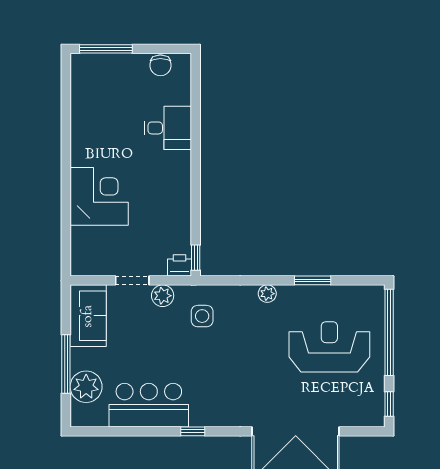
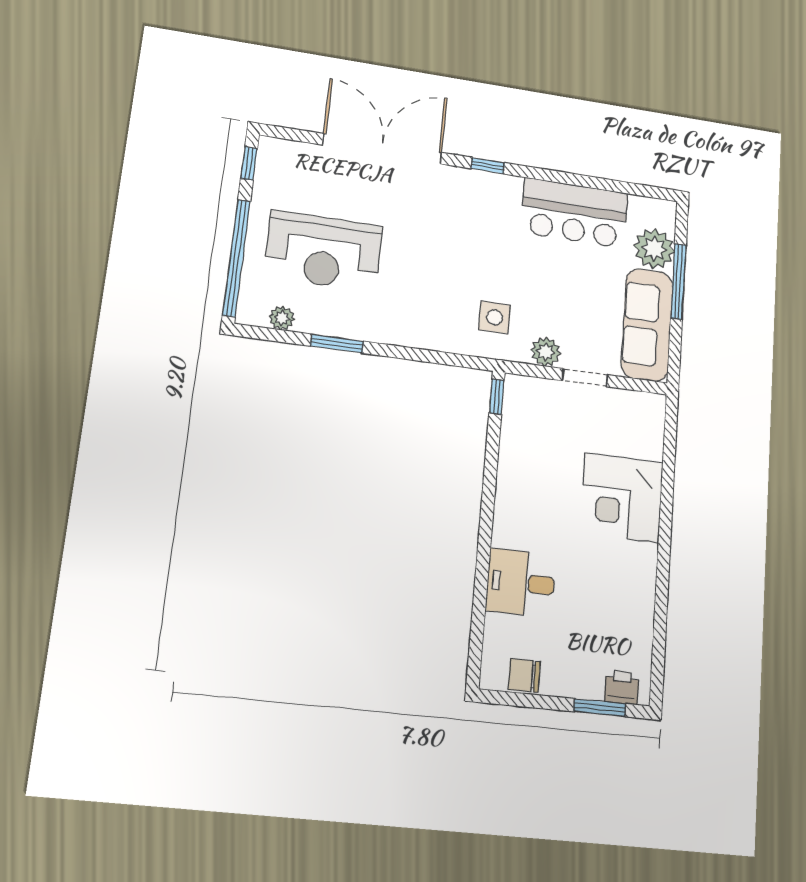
window: (106, 49) -> (600, 708), width x0.69
chair: (160, 65) -> (524, 675), turned -90
printer: (180, 265) -> (622, 688), moved, turned 180
plant: (267, 294) -> (282, 318), moved
sofa: (88, 316) -> (647, 325), width x1.36
window: (193, 431) -> (488, 166), moved

